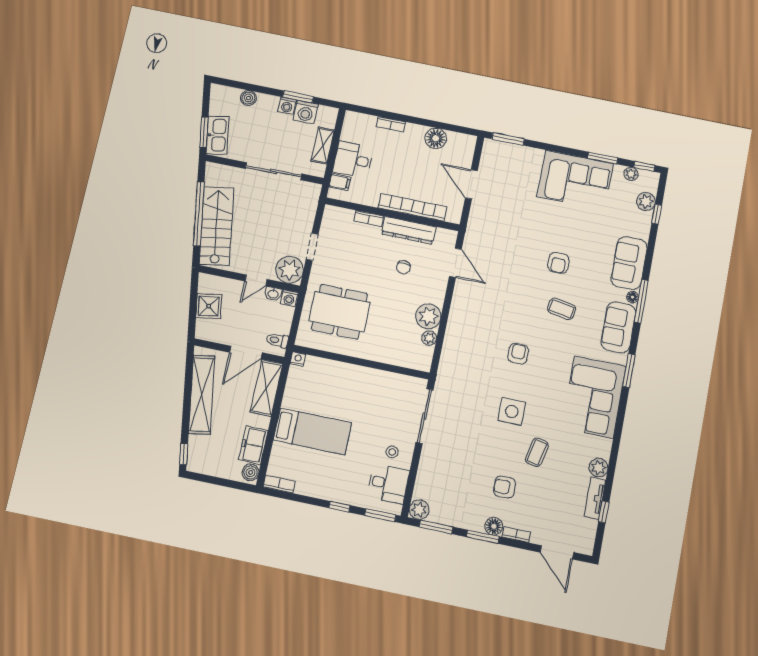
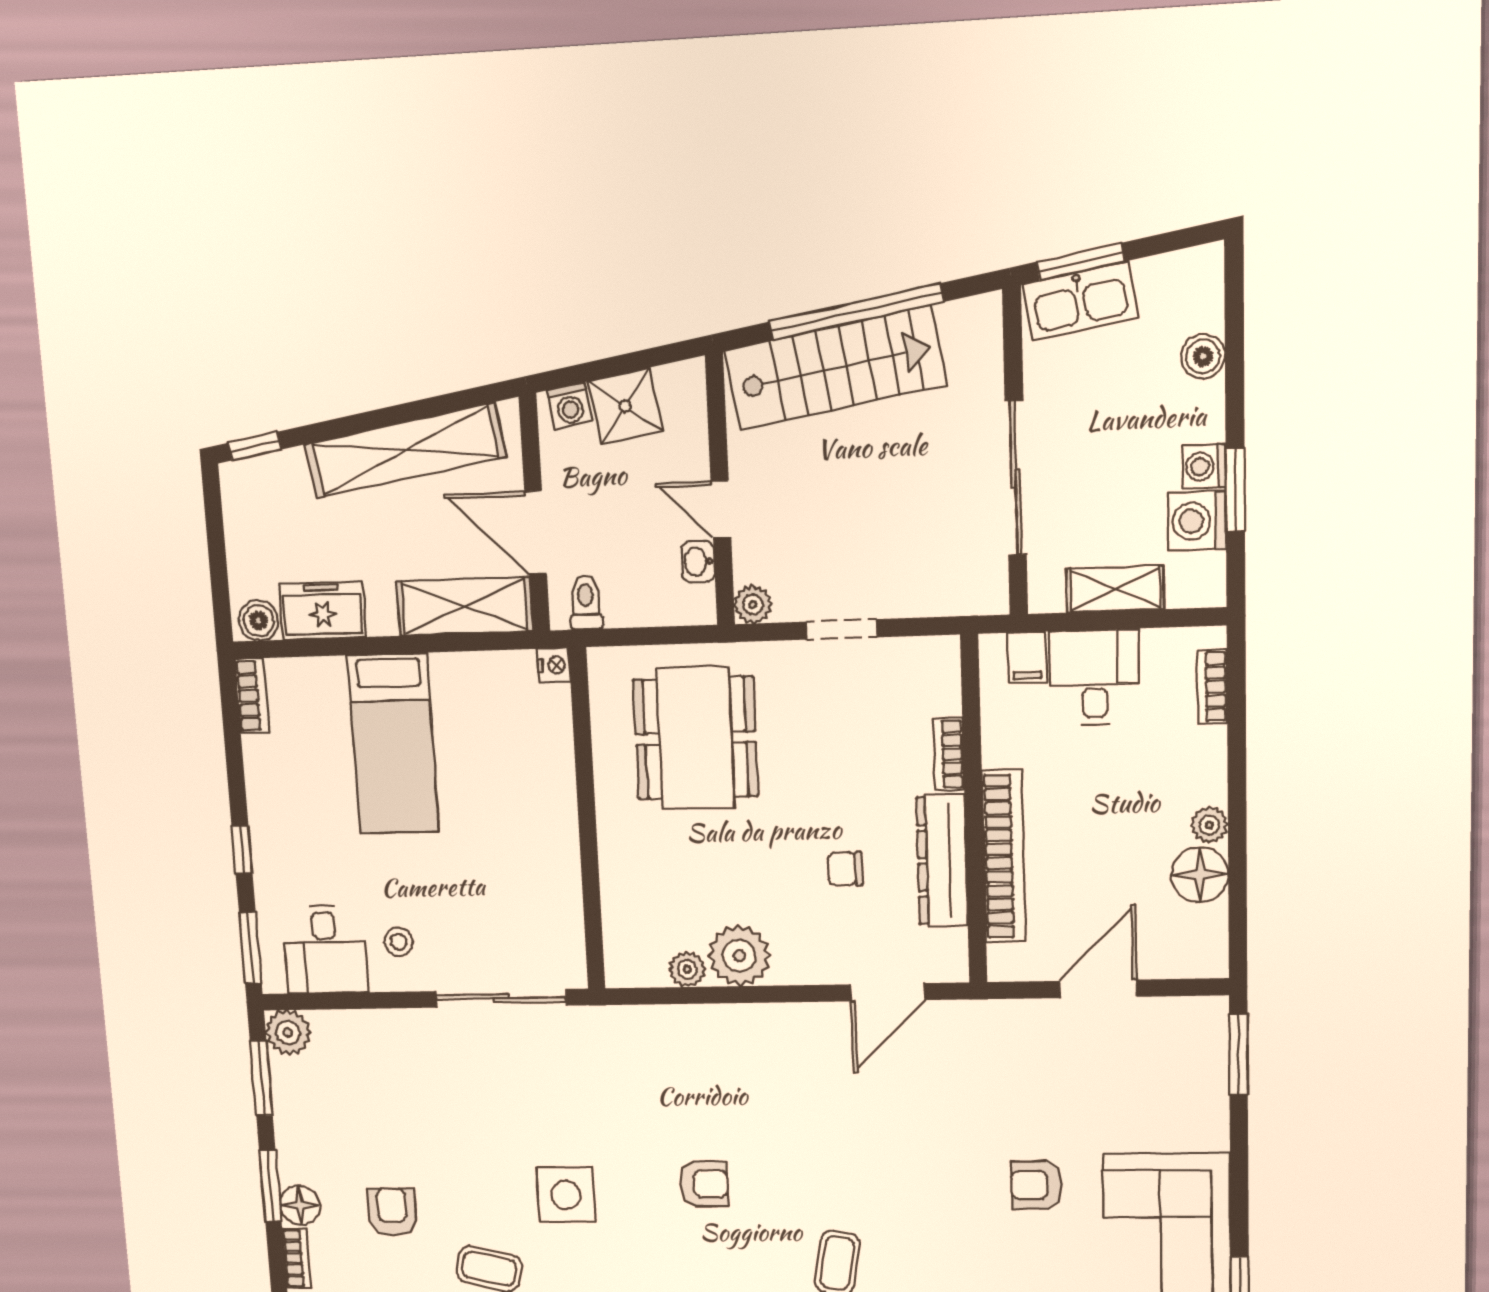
bookcase: (391, 124) -> (1212, 687), moved
plant: (418, 131) -> (1209, 825), added
armchair: (558, 263) -> (1036, 1185), moved
plant: (290, 270) -> (753, 605), width x0.53, depth x0.53
washing machine: (289, 298) -> (570, 406), moved, turned -99

